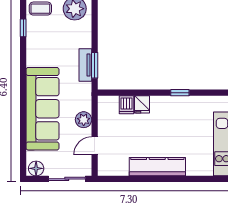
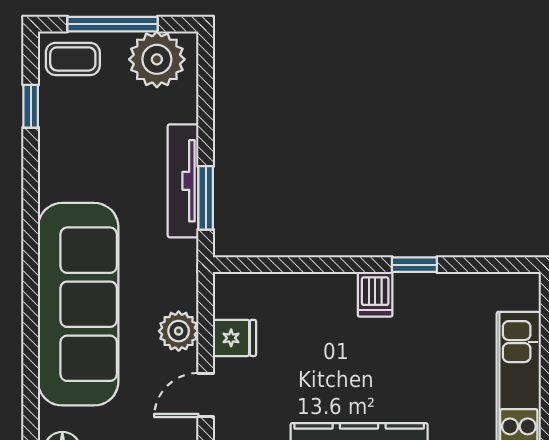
tv unit: (85, 65) -> (183, 181), width x1.41
fridge: (142, 104) -> (234, 338), moved, turned -90
dishwasher: (126, 105) -> (375, 294), moved

